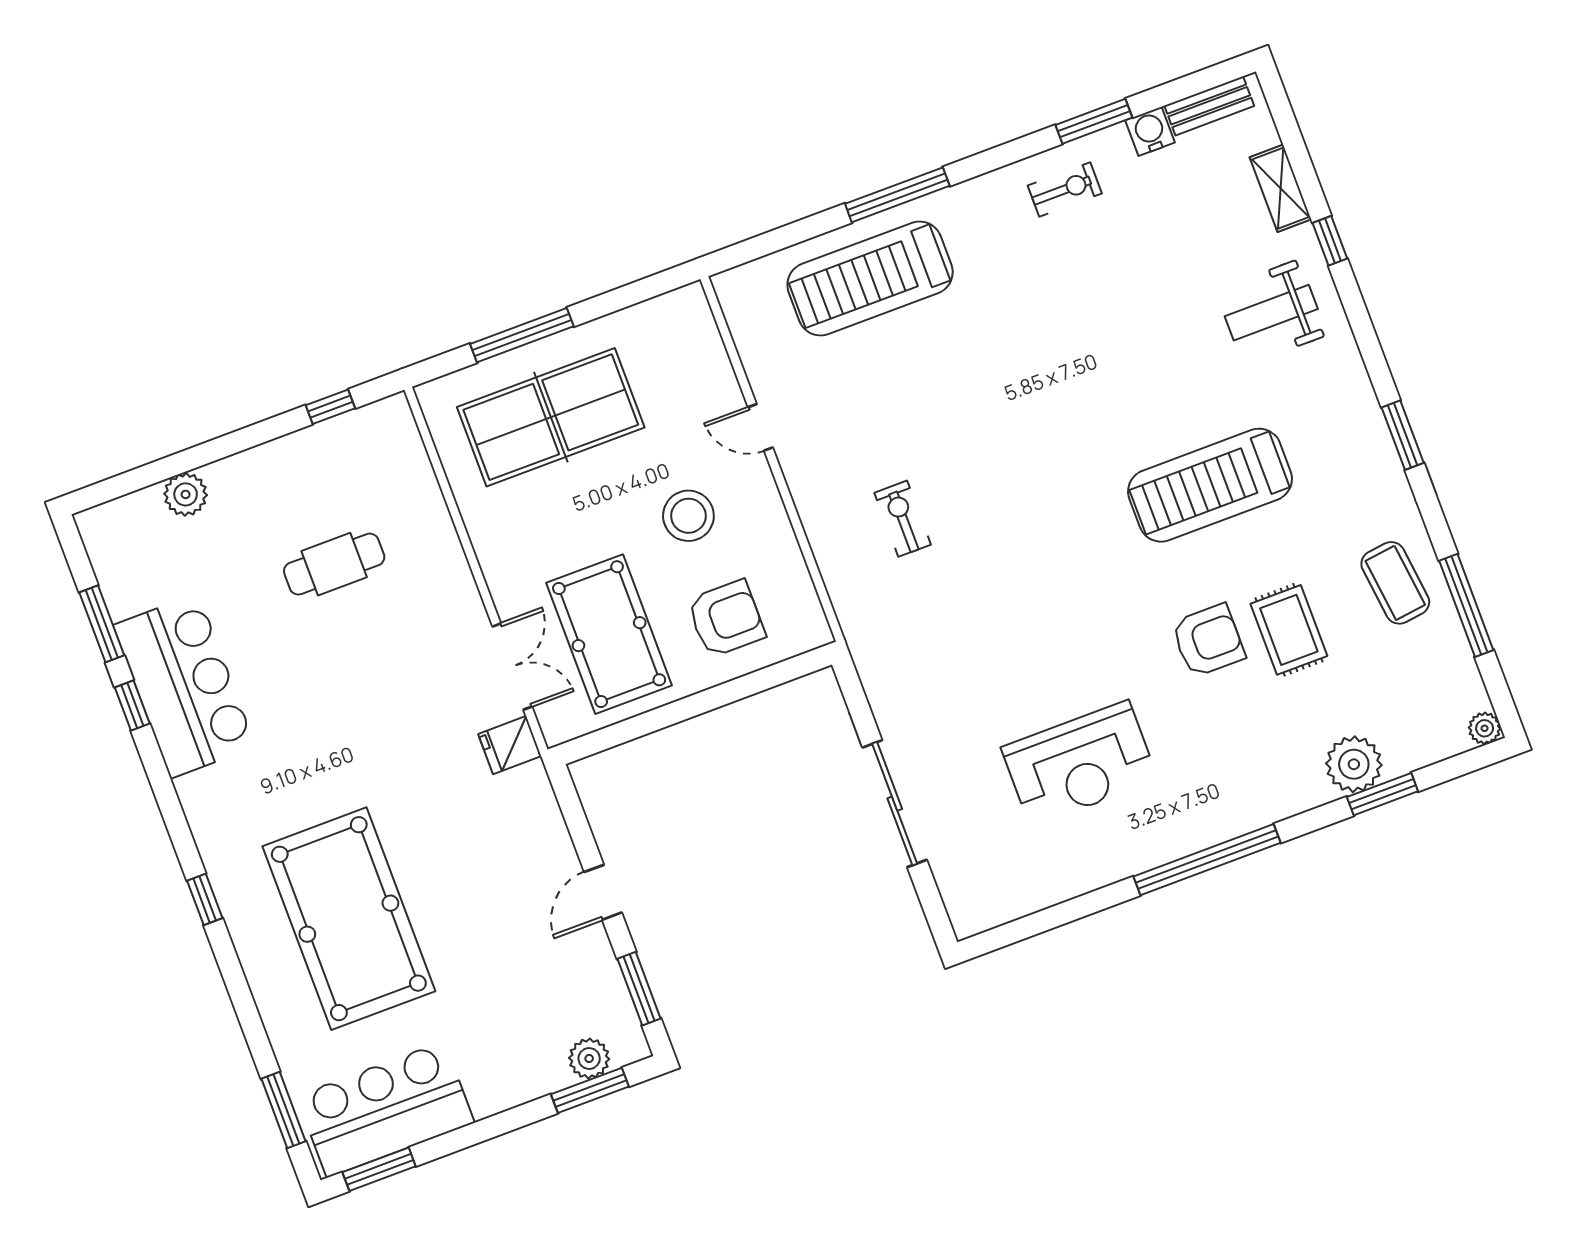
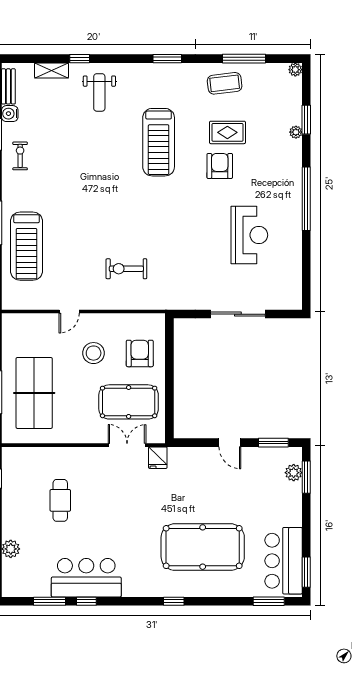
exercise bike: (903, 519) -> (126, 269), width x1.38, depth x1.39
plant: (1354, 764) -> (296, 132), width x0.53, depth x0.53

